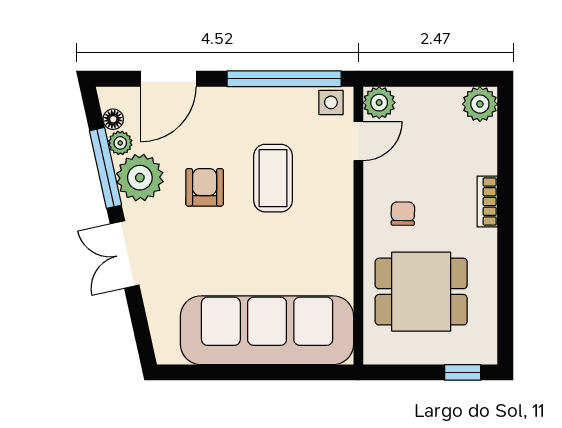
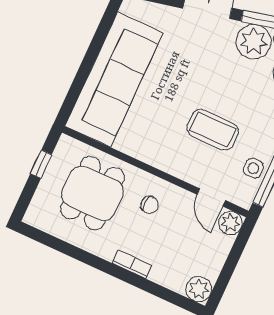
side table: (331, 102) -> (253, 168), moved
armchair: (205, 187) -> (227, 82), removed
window: (463, 372) -> (41, 164), moved

